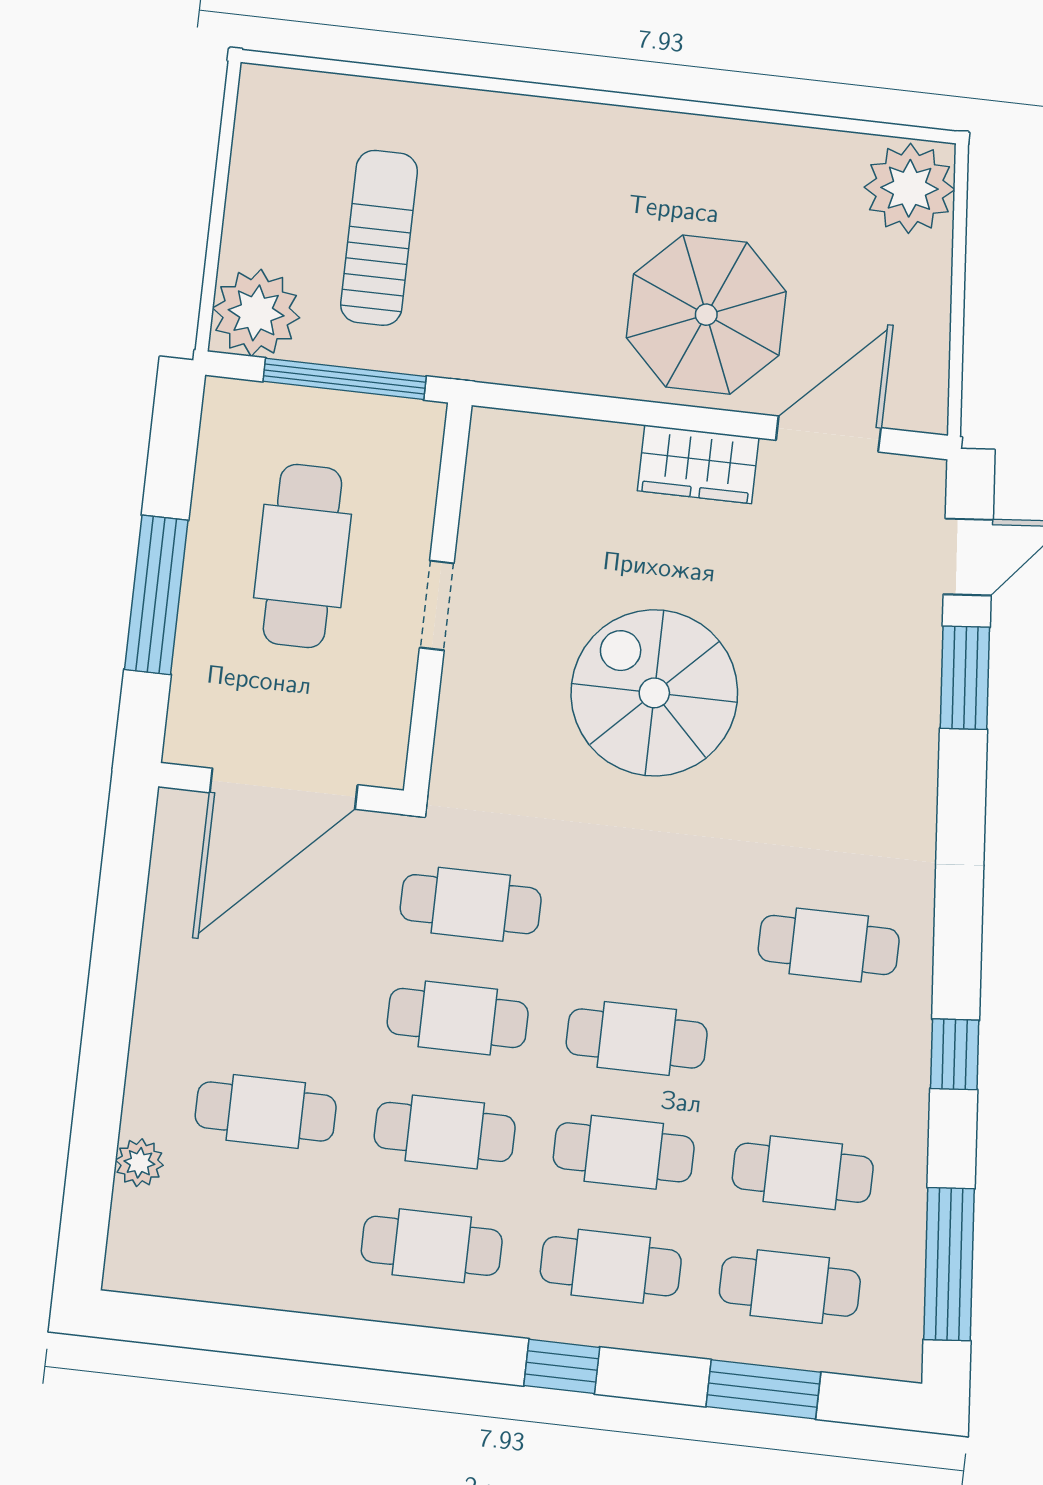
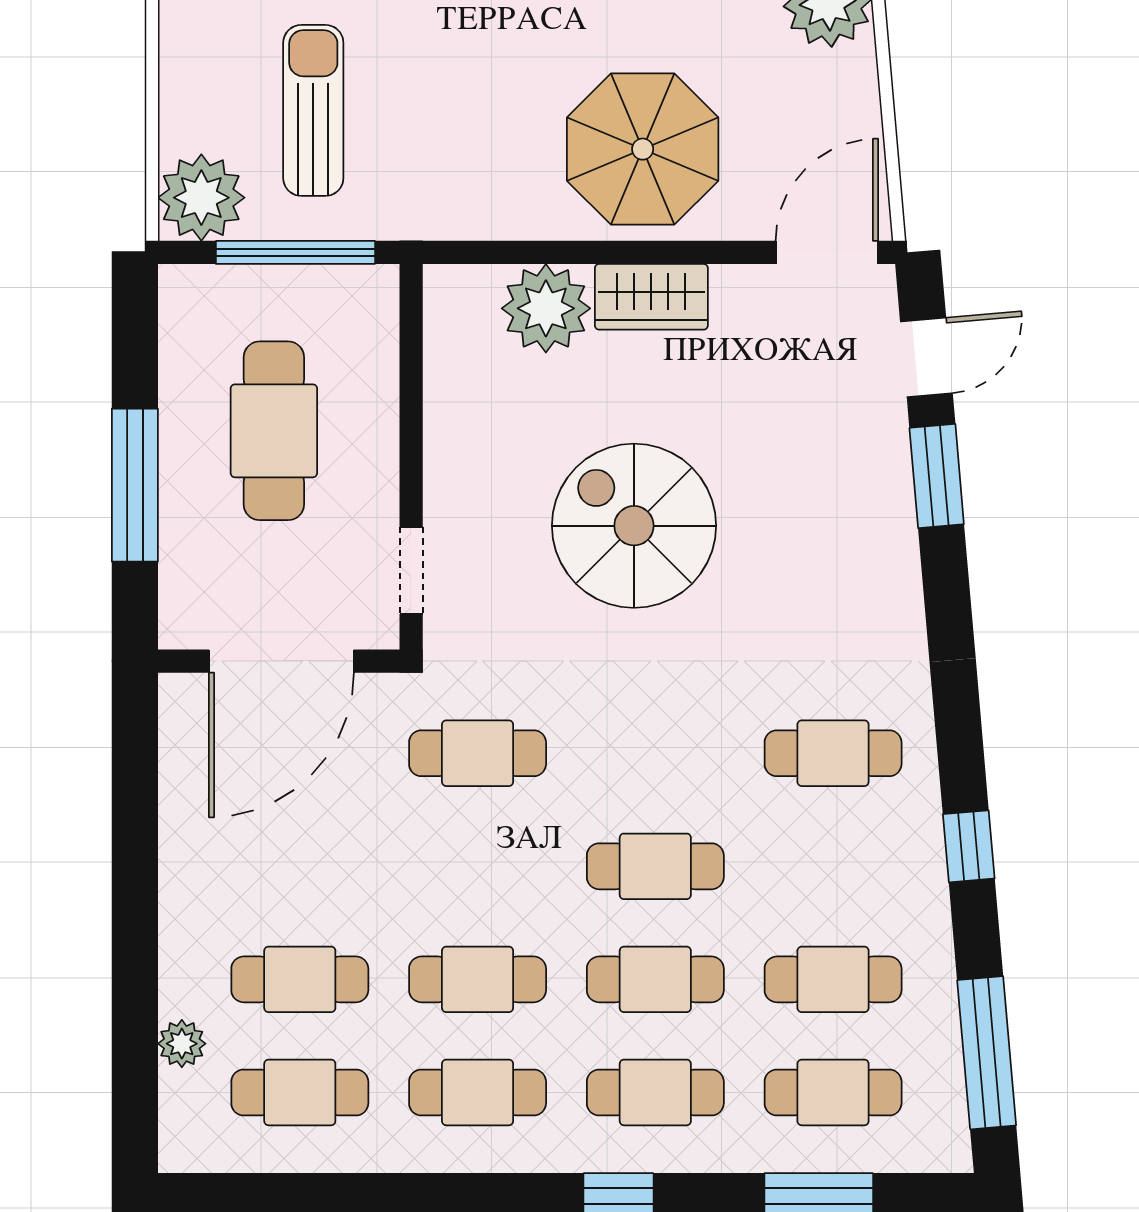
door: (828, 434) -> (827, 252), moved
plant: (591, 464) -> (546, 308), added
doorway: (437, 605) -> (411, 571), moved
cafe table: (458, 1018) -> (300, 1092), moved

